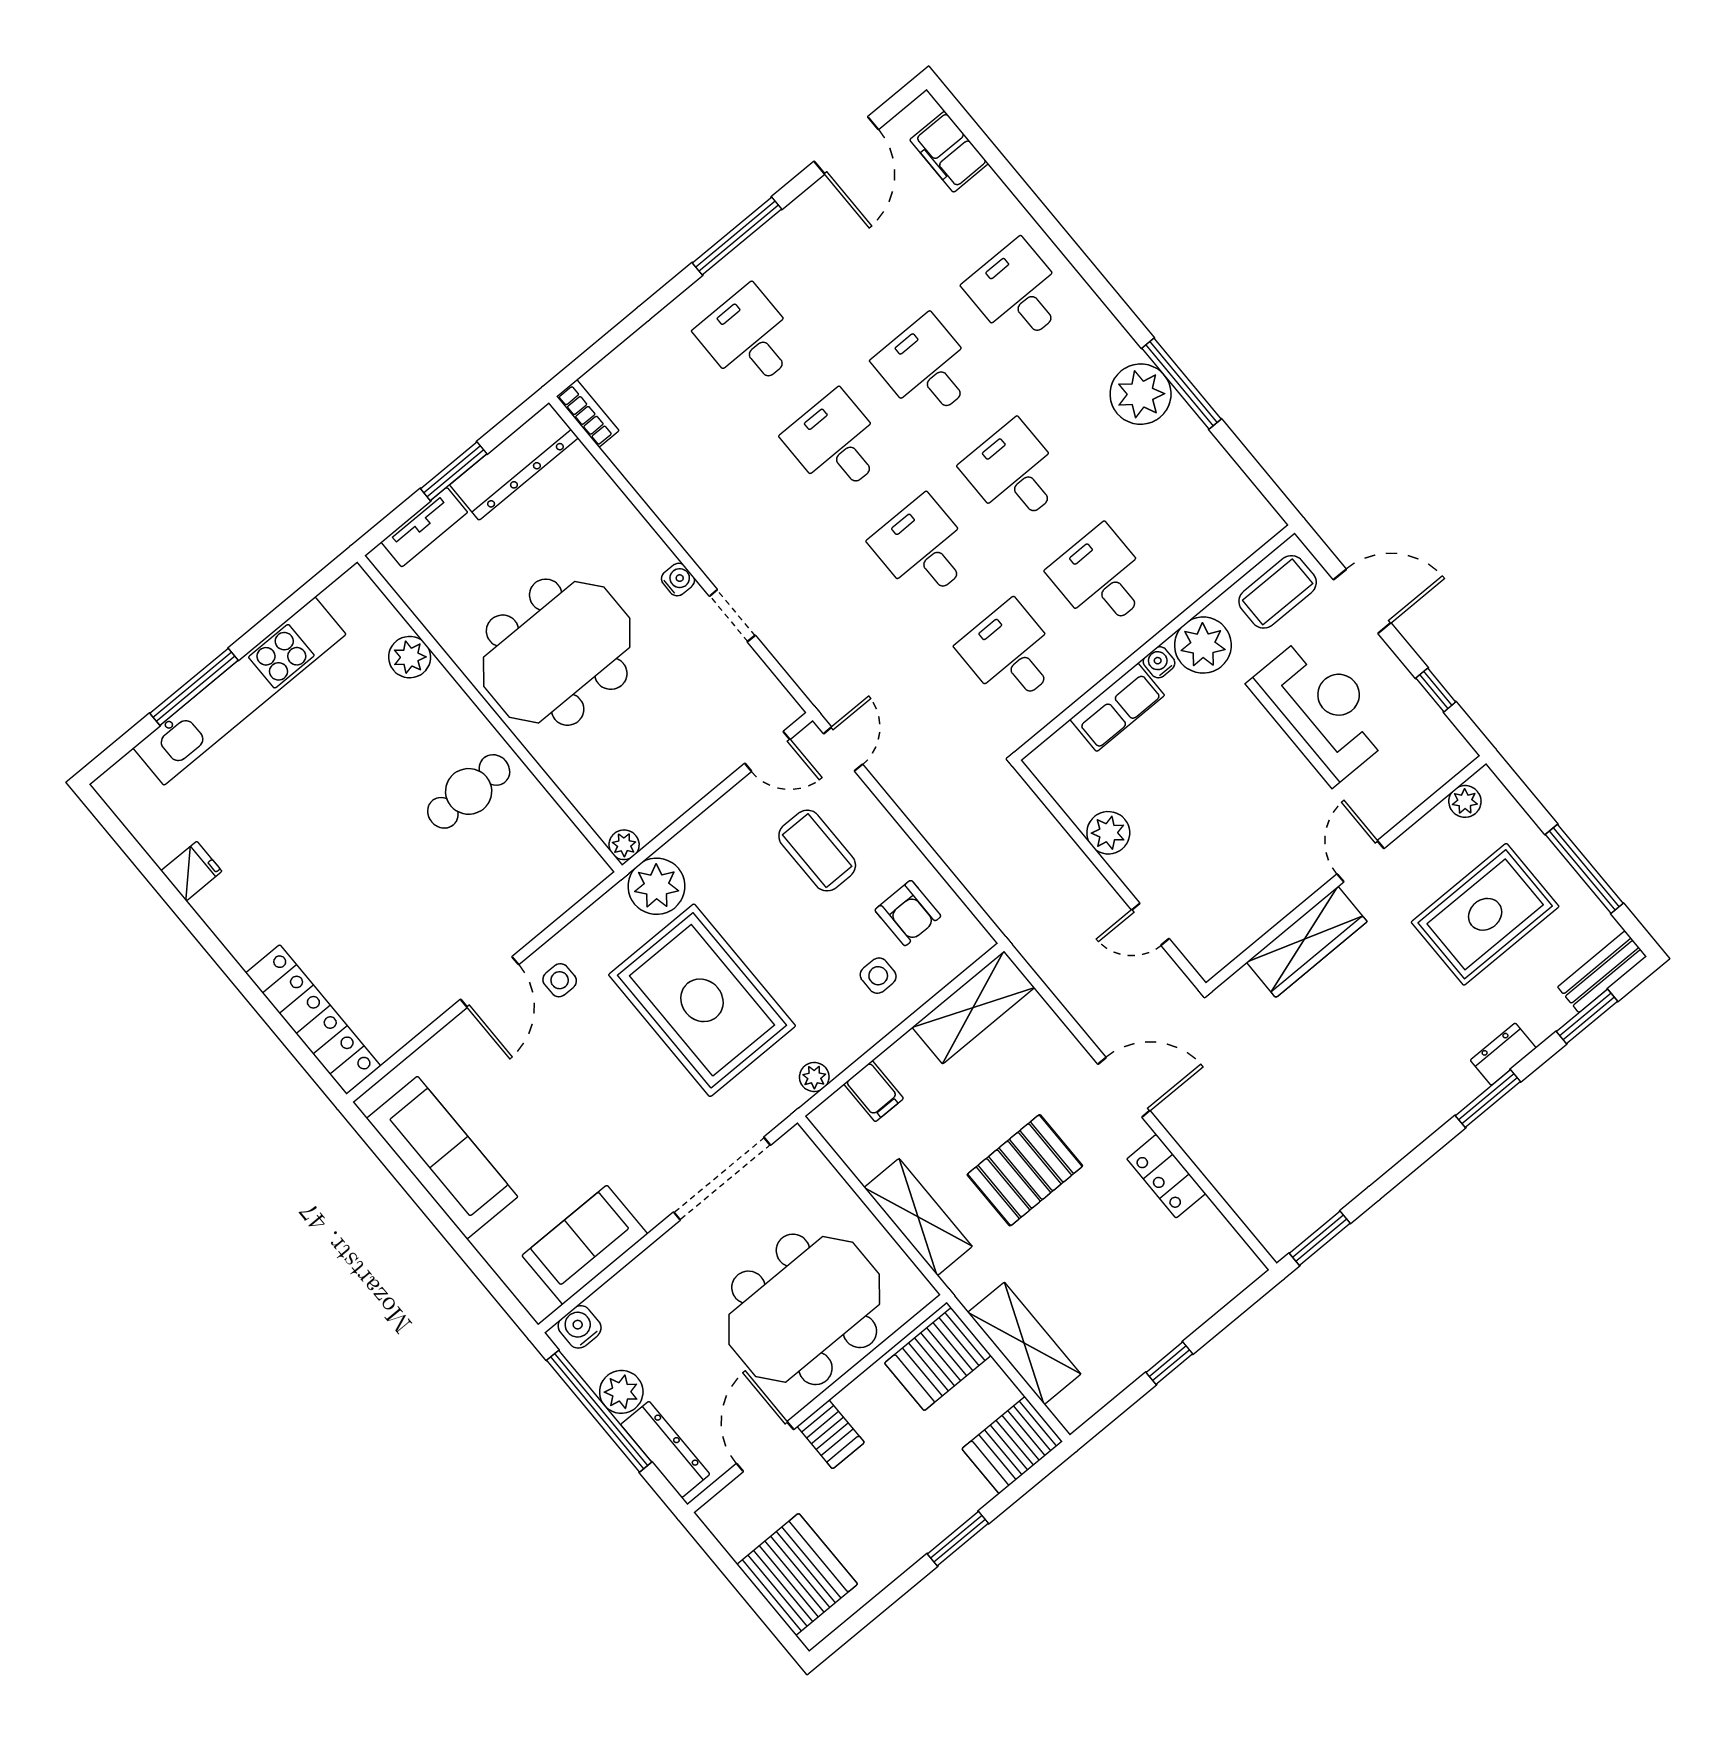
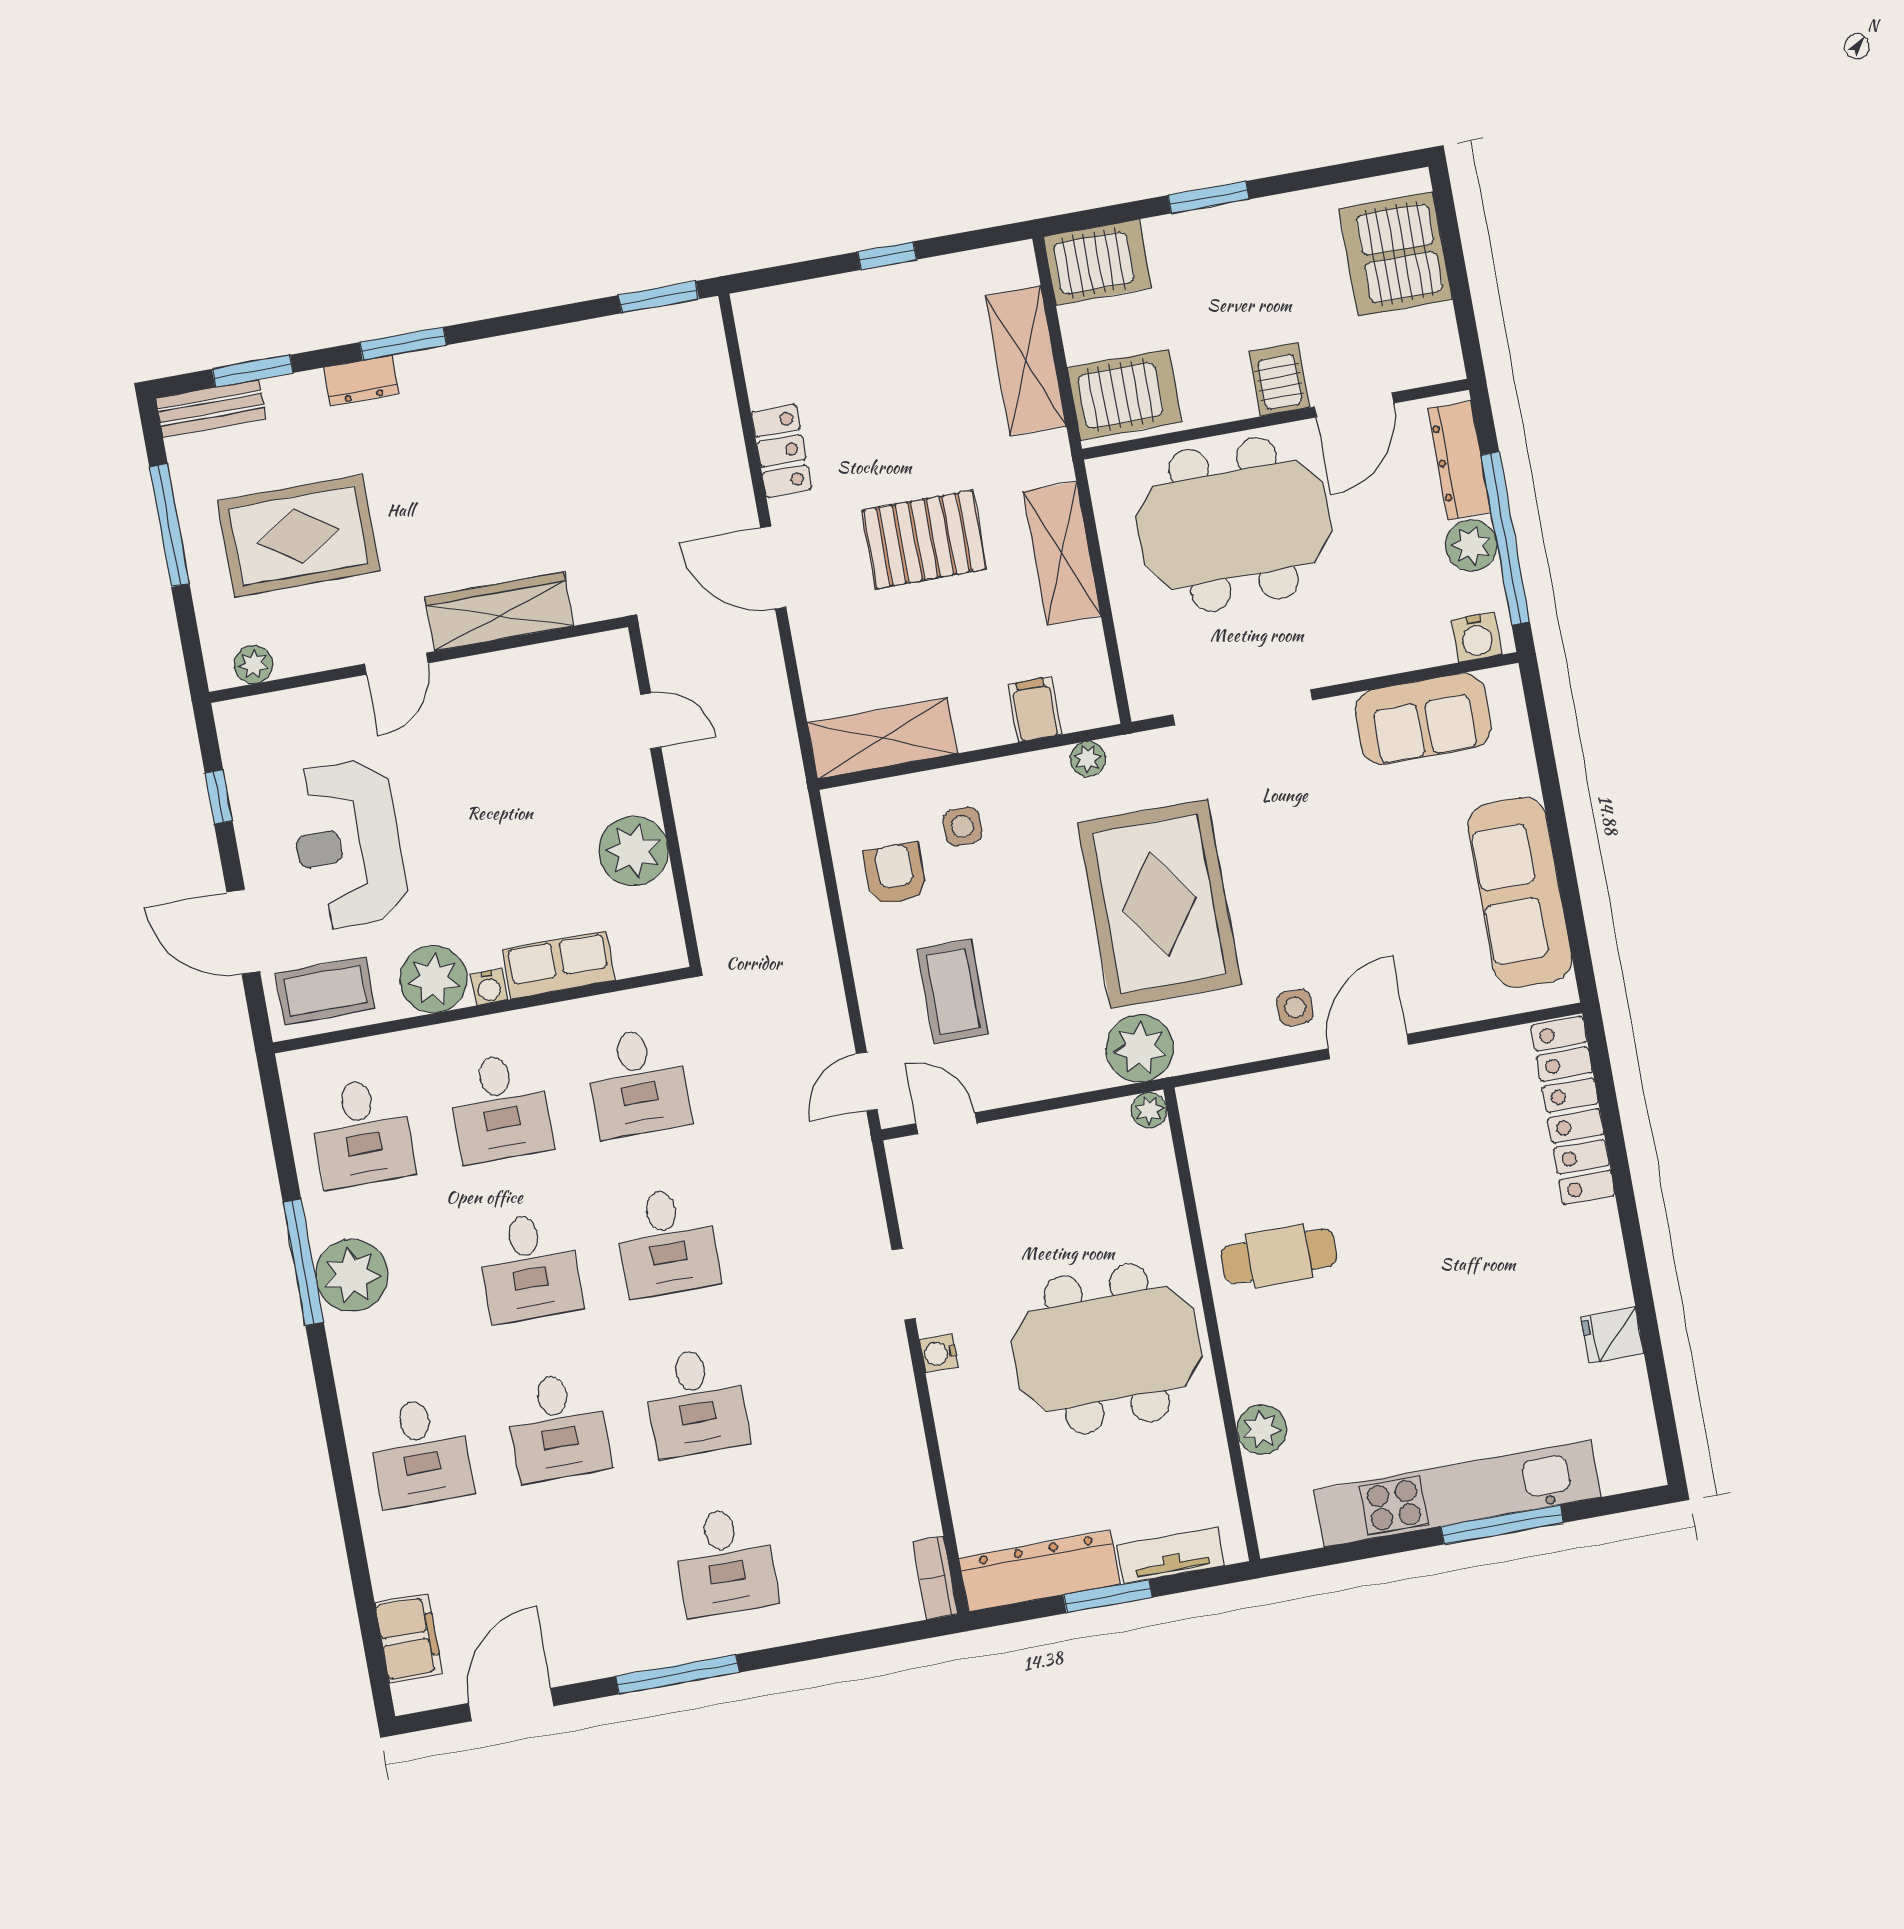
desk: (1192, 503) -> (362, 1133), added
plant: (1108, 833) -> (634, 851), width x1.36, depth x1.36

